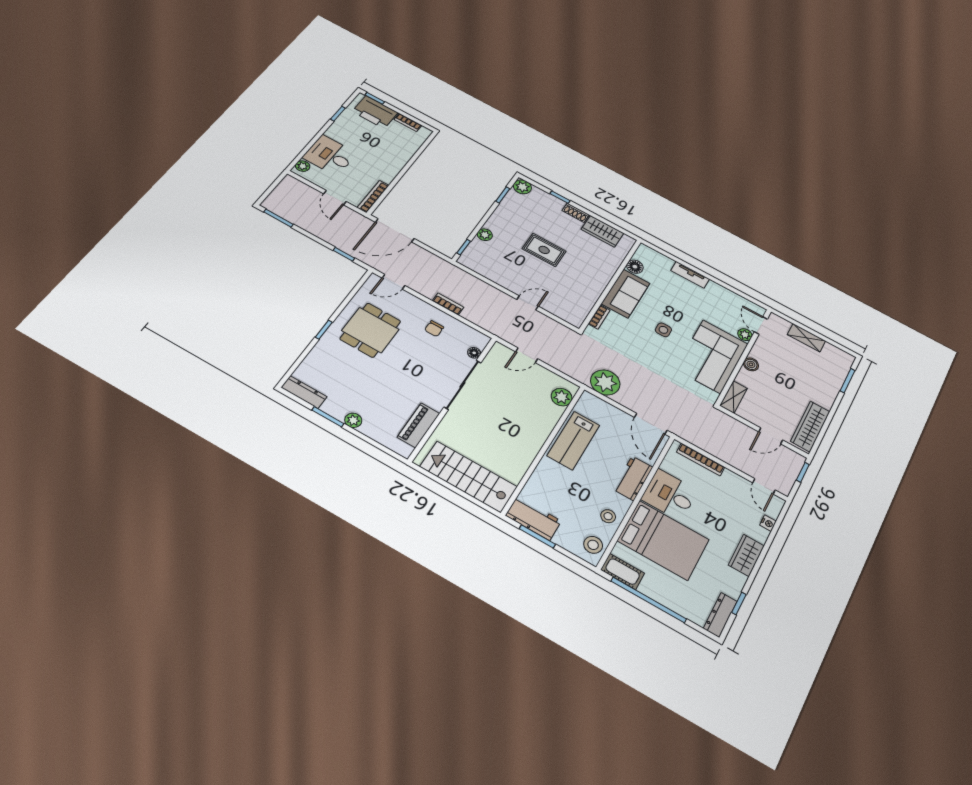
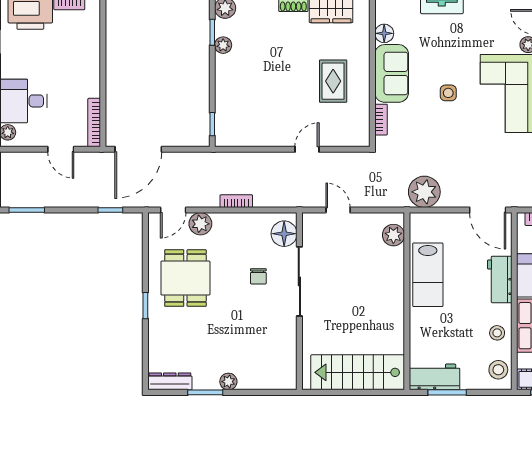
plant: (485, 235) -> (223, 45), moved
rug: (544, 250) -> (333, 81), moved, turned 90
plant: (409, 302) -> (200, 224), added
chair: (434, 329) -> (258, 276), moved
floor lamp: (474, 353) -> (284, 234), width x1.89, depth x1.89
door: (527, 355) -> (338, 210), swing flipped
piano: (418, 425) -> (286, 349), removed

